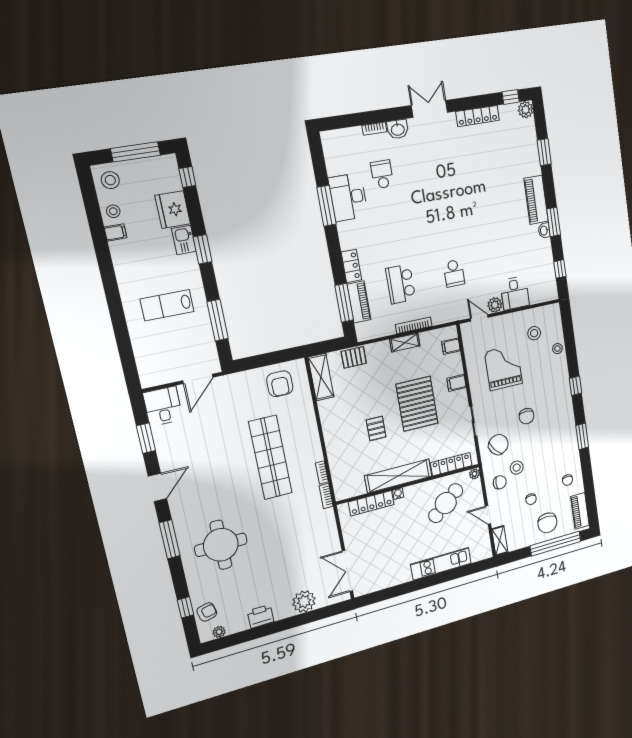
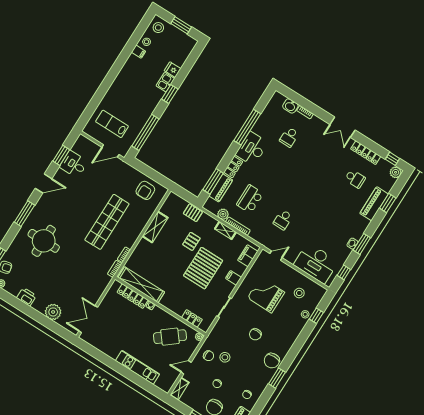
double door: (429, 109) -> (342, 127), swing flipped
washbasin: (398, 129) -> (290, 106), moved
window: (135, 152) -> (181, 25), width x0.69
school desk: (490, 157) -> (355, 179), added
school desk: (382, 174) -> (289, 137), turned 180
window: (187, 177) -> (194, 56), removed
desk: (348, 197) -> (252, 149), moved
piano: (536, 200) -> (374, 204), moved
window: (326, 206) -> (247, 127), width x1.46
fridge: (173, 210) -> (173, 70), width x0.53, depth x0.75
desk: (515, 293) -> (316, 263), width x1.87, depth x1.30
lab bench: (167, 305) -> (112, 124), moved
plant: (495, 305) -> (223, 214), moved
door: (479, 318) -> (276, 256), hinge flipped
window: (218, 320) -> (145, 132), width x1.46
filing cabinet: (451, 346) -> (248, 256), width x2.00
grand piano: (504, 368) -> (266, 295), turned -90
shelving: (321, 377) -> (155, 227), moved
window: (575, 386) -> (316, 316), moved
desk: (163, 406) -> (74, 164), moved, turned -90
pallet: (376, 428) -> (191, 241), moved
chair: (498, 445) -> (272, 361), moved, turned 127
locker: (451, 464) -> (192, 319), width x0.66
shelving: (398, 476) -> (141, 285), moved
door: (488, 515) -> (186, 367), hinge flipped

